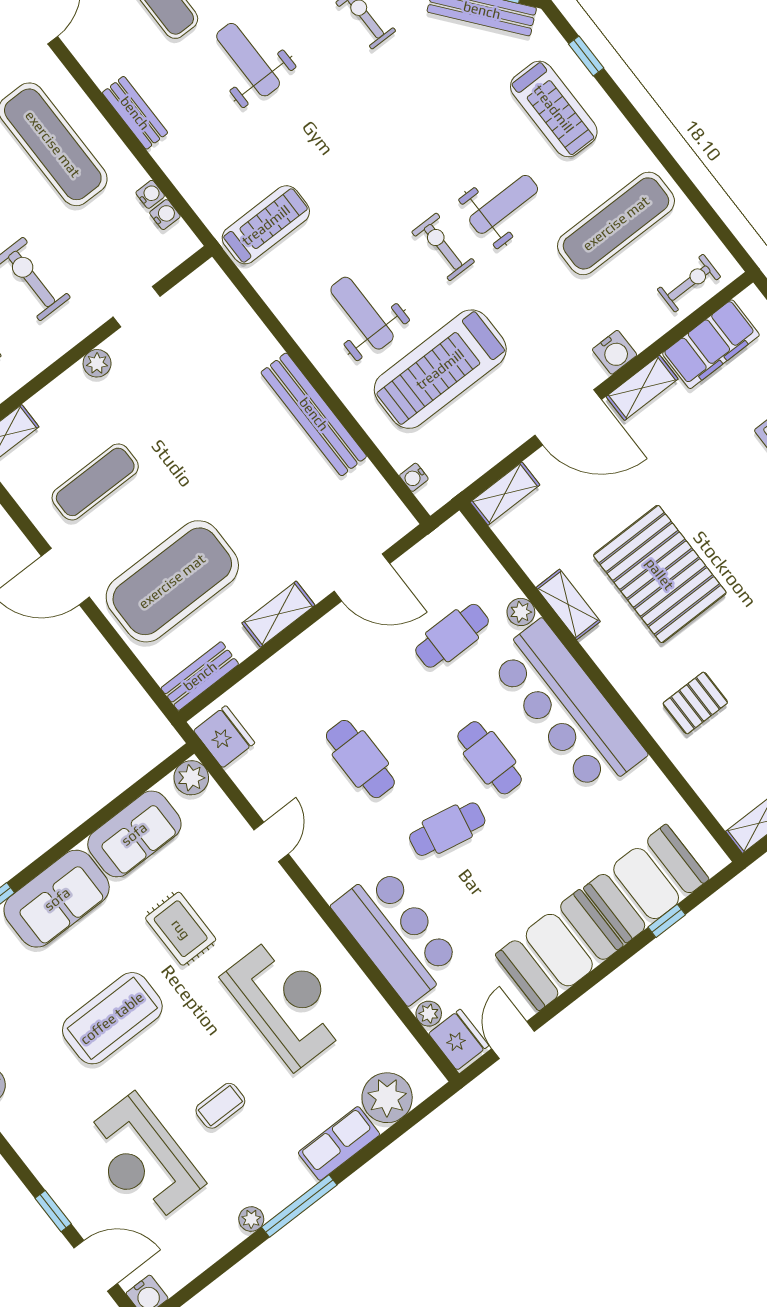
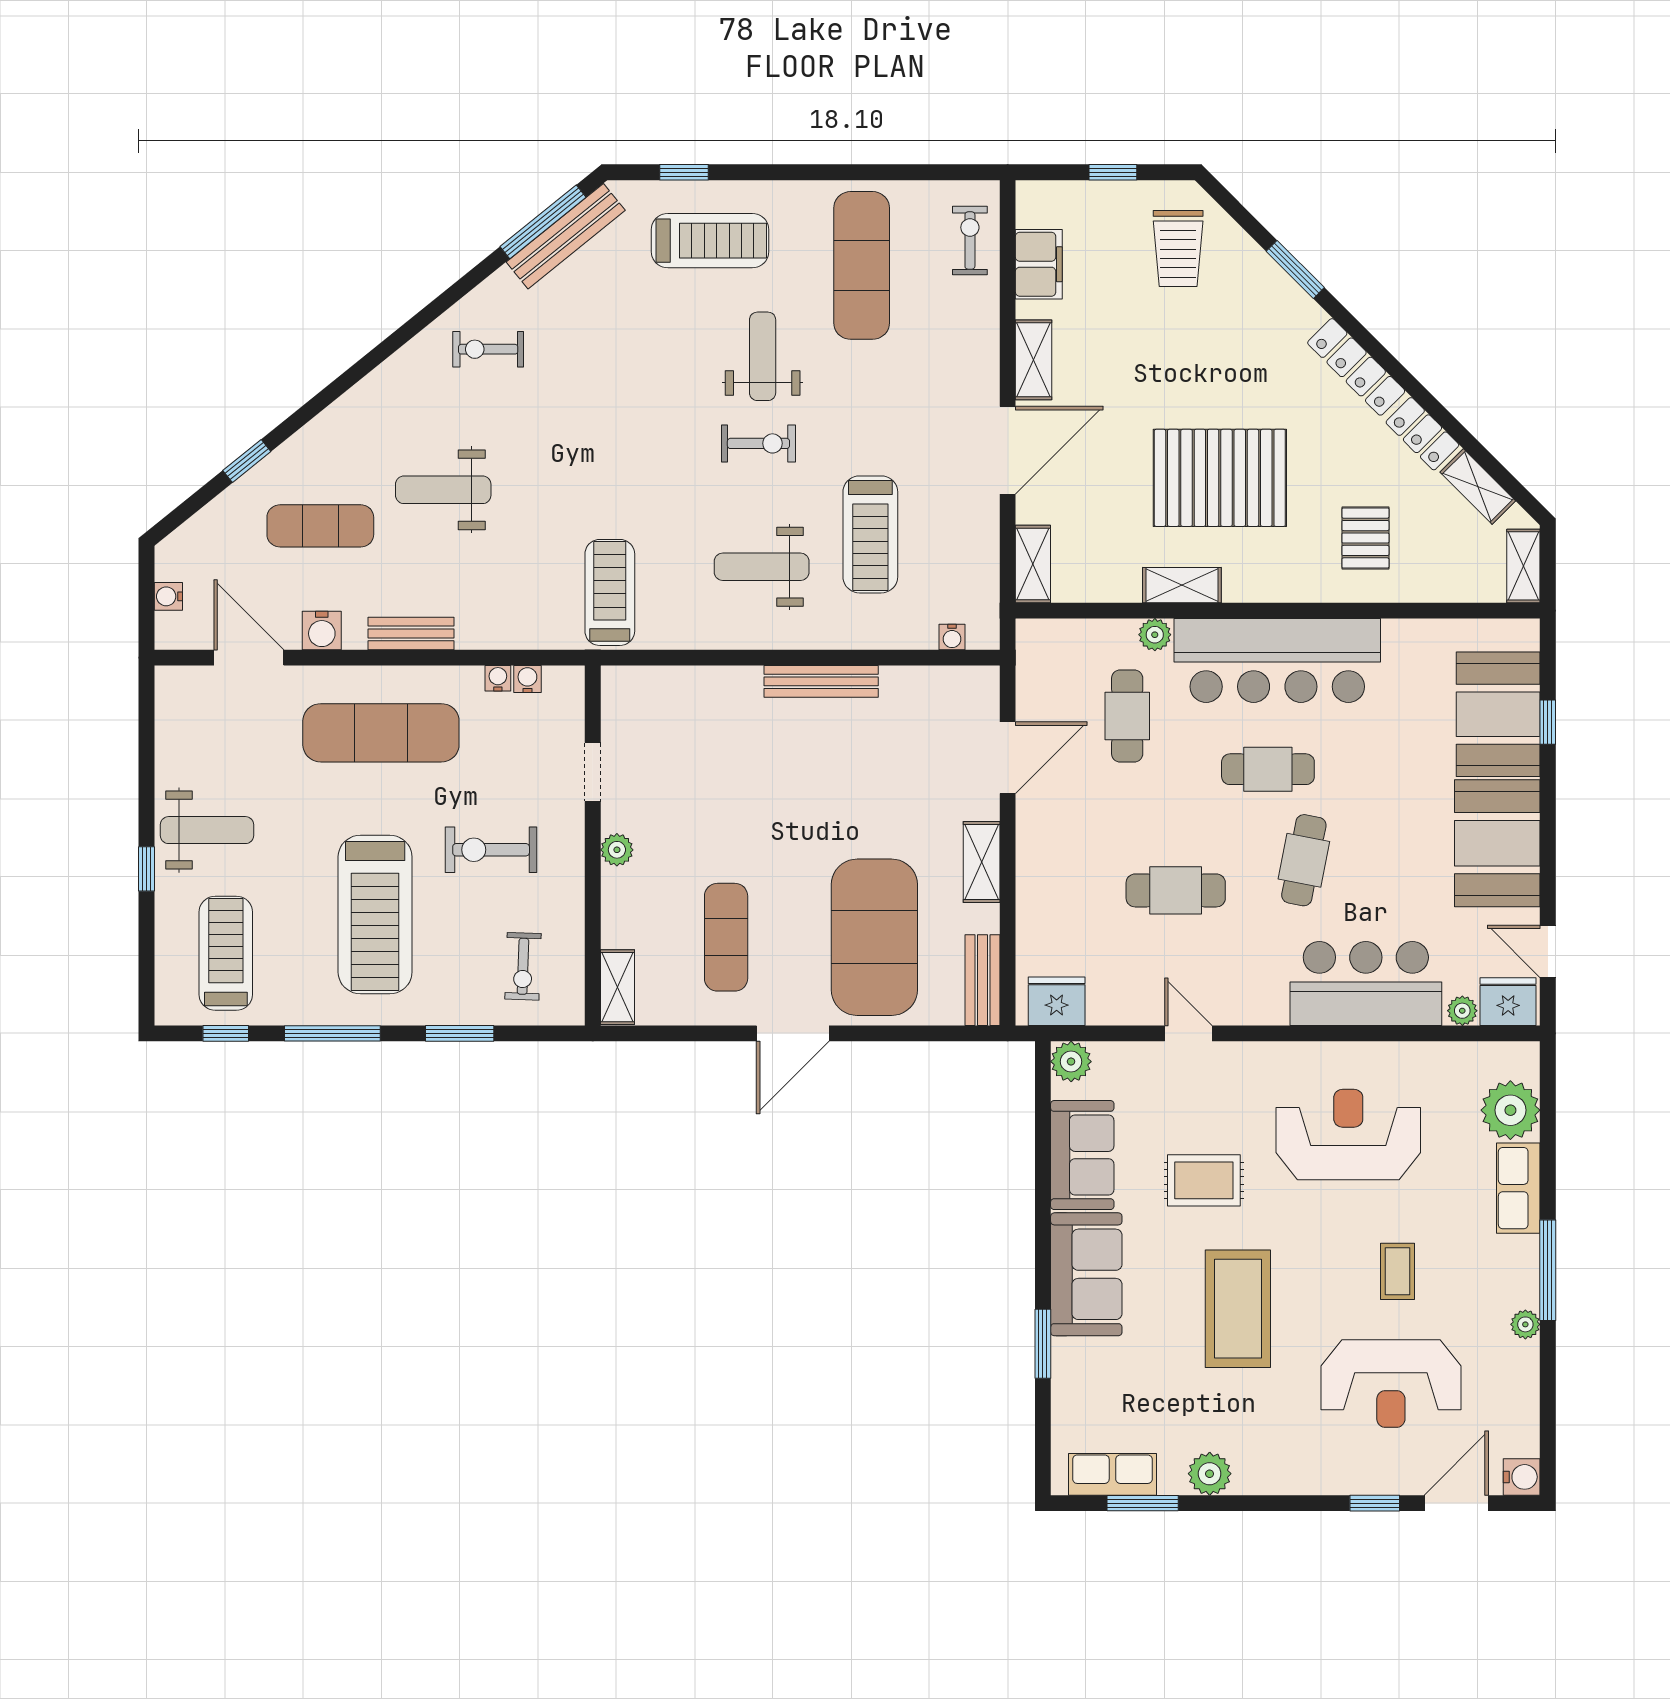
exercise bike: (443, 247) -> (758, 443), turned 180
filing cabinet: (711, 344) -> (1039, 264), width x0.67, depth x0.86
water cooler: (615, 352) -> (322, 630), moved, turned 90
treadmill: (440, 369) -> (870, 534), width x0.73, depth x0.73
bench: (314, 414) -> (821, 681), width x0.73, depth x0.82

